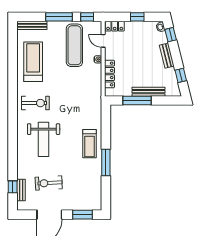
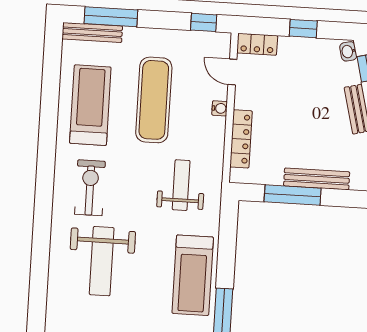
window: (59, 17) -> (111, 17), moved
exercise mat: (74, 45) -> (154, 100), moved
weight bench: (81, 99) -> (181, 185), added
exercise bike: (35, 103) -> (90, 188), turned -90
treadmill: (90, 144) -> (193, 275), width x1.37, depth x1.38

